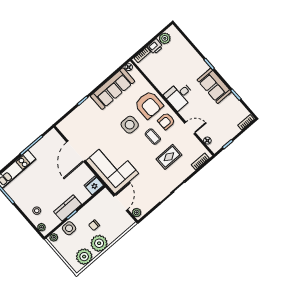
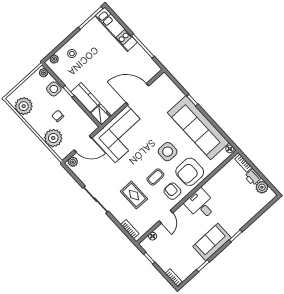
sofa: (113, 89) -> (198, 128), width x1.36, depth x1.27
kitchen counter: (68, 208) -> (85, 97), moved
plant: (99, 243) -> (53, 138), moved

